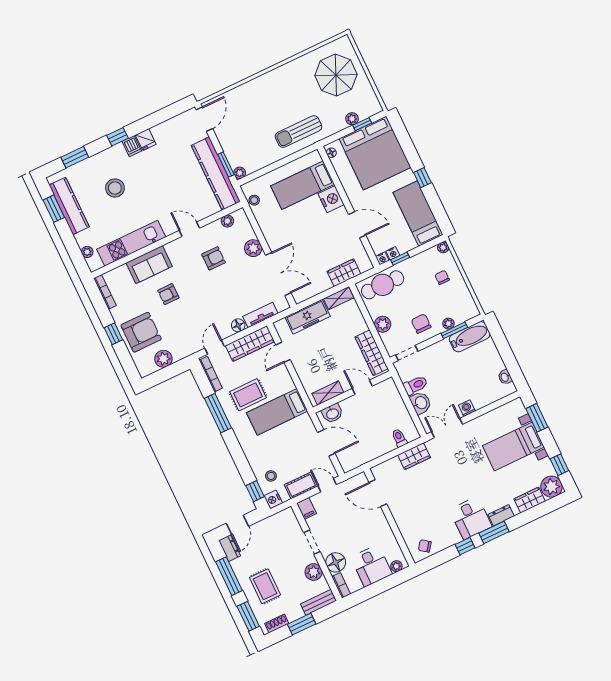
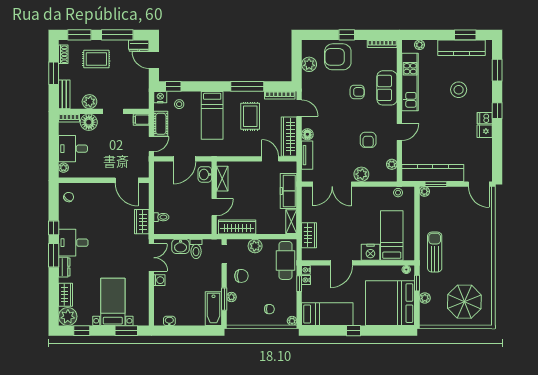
window: (362, 124) -> (417, 283), moved
armchair: (168, 294) -> (357, 92), turned 90
armchair: (141, 332) -> (338, 57), turned 90
bed: (277, 412) -> (212, 115), moved, turned 180
door: (378, 493) -> (127, 180), swing flipped

